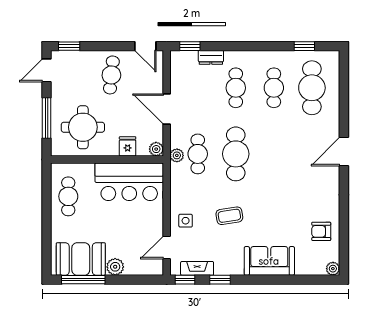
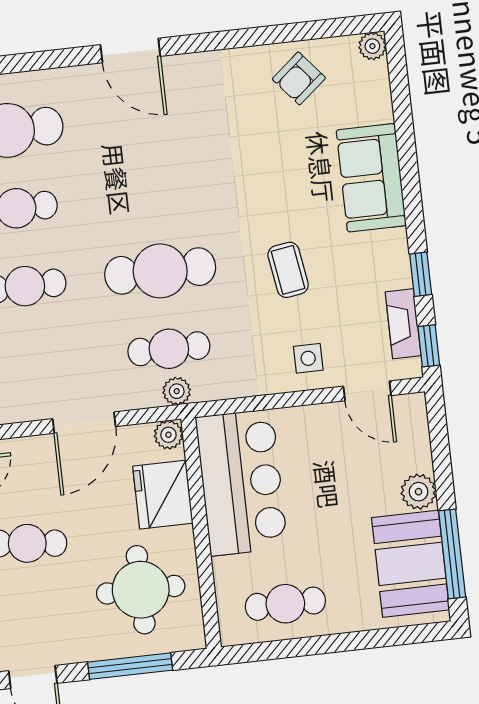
fridge: (128, 146) -> (163, 495), width x1.88, depth x1.34
armchair: (321, 231) -> (299, 78), turned 50

